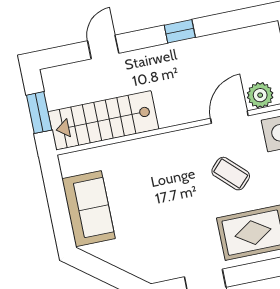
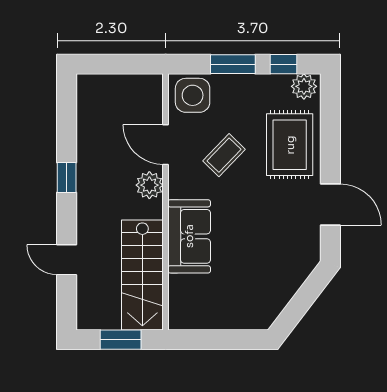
plant: (260, 95) -> (149, 185), moved
sofa: (89, 209) -> (189, 236), moved, turned 90

